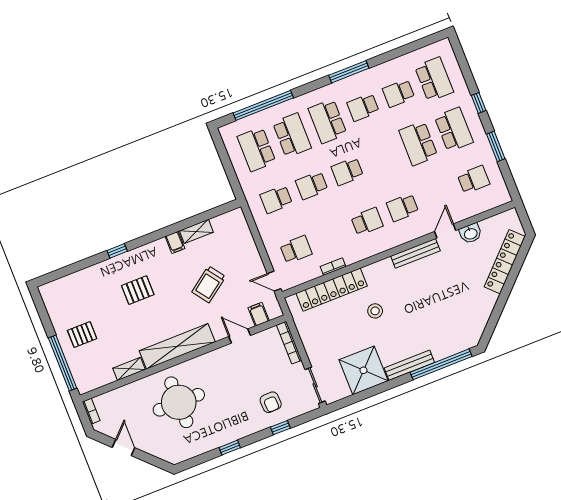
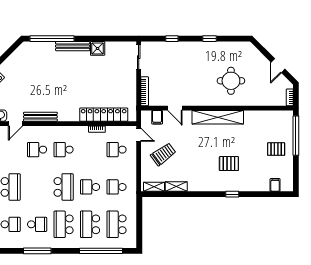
school desk: (328, 121) -> (64, 224), turned 180
school desk: (256, 149) -> (116, 224), turned 180
school desk: (347, 171) -> (64, 187), width x1.85
school desk: (312, 185) -> (90, 187), turned 180
school desk: (276, 199) -> (116, 187), turned 180
school desk: (403, 208) -> (37, 150), turned 180
filing cabinet: (175, 242) -> (275, 185), moved
trolley: (209, 284) -> (163, 154), moved
stool: (375, 311) -> (81, 90), removed
shelving: (129, 369) -> (154, 187), moved
shower: (364, 370) -> (98, 48), width x0.54, depth x0.54
round table: (179, 402) -> (231, 81), width x0.73, depth x0.73
armchair: (271, 402) -> (172, 57), removed

